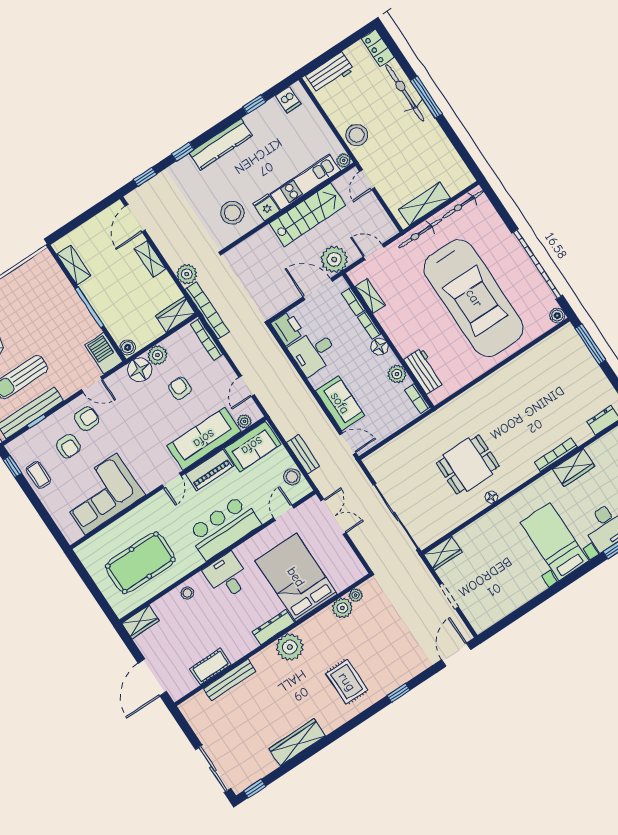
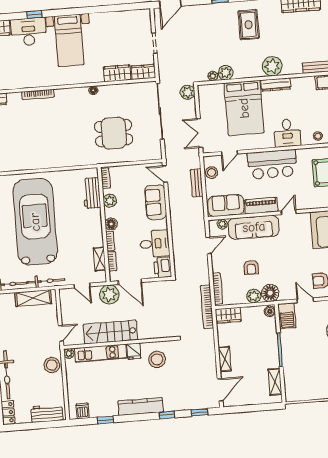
plant: (187, 274) -> (187, 92), moved
dining table: (468, 465) -> (114, 133), moved
wardrobe: (574, 468) -> (117, 73), moved

